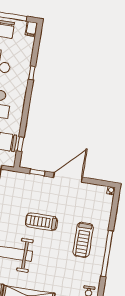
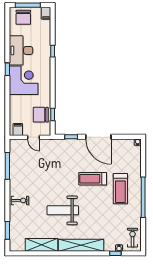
door: (68, 177) -> (98, 137), swing flipped
treadmill: (41, 222) -> (93, 179), moved

